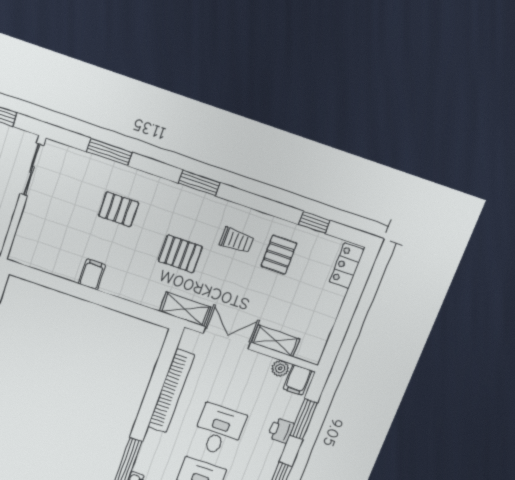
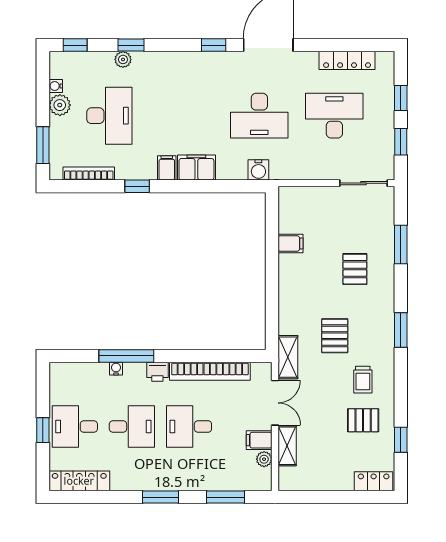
filing cabinet: (92, 274) -> (290, 244), moved
filing cabinet: (298, 380) -> (259, 440), moved
desk: (219, 430) -> (189, 426), turned 180
printer: (281, 430) -> (157, 372), moved, turned 180

